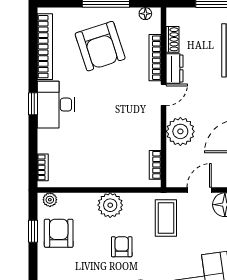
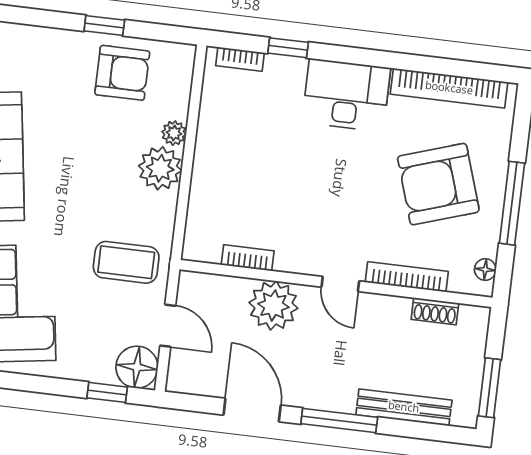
dresser: (175, 69) -> (384, 309), removed
window: (33, 104) -> (288, 48), moved
bookcase: (155, 165) -> (248, 258), moved
plant: (50, 200) -> (174, 133), moved
window: (33, 231) -> (104, 26), moved
armchair: (122, 247) -> (86, 179), removed

